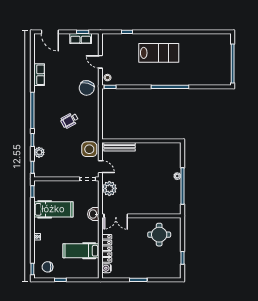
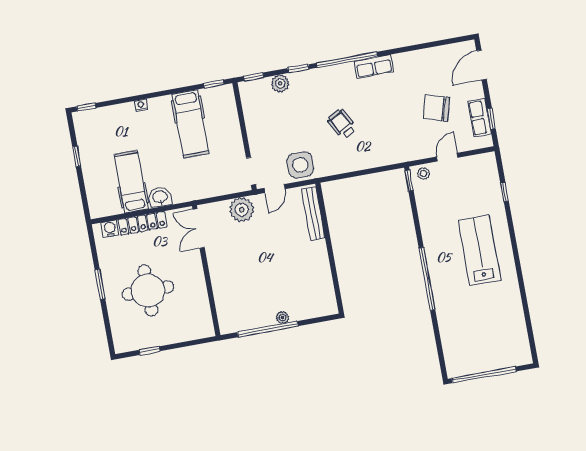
lab bench: (159, 53) -> (479, 250), turned 180
row of seats: (39, 75) -> (374, 66), moved
chair: (87, 88) -> (436, 108), moved
washbasin: (93, 214) -> (160, 197), moved
round table: (159, 235) -> (148, 290), moved, width x1.36, depth x1.36
chair: (48, 267) -> (94, 131), removed

